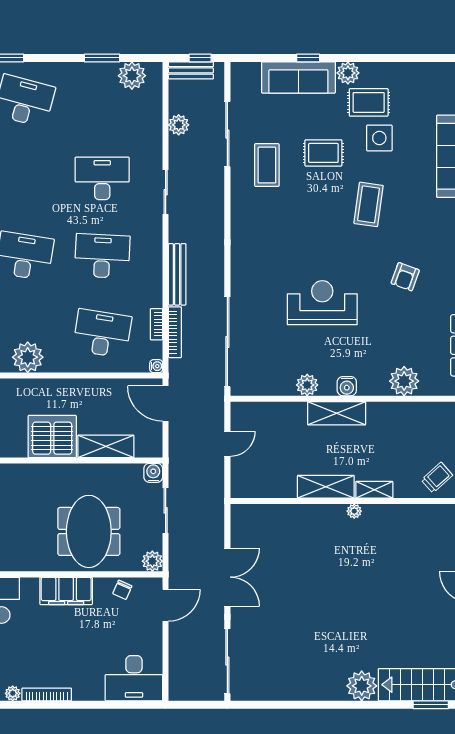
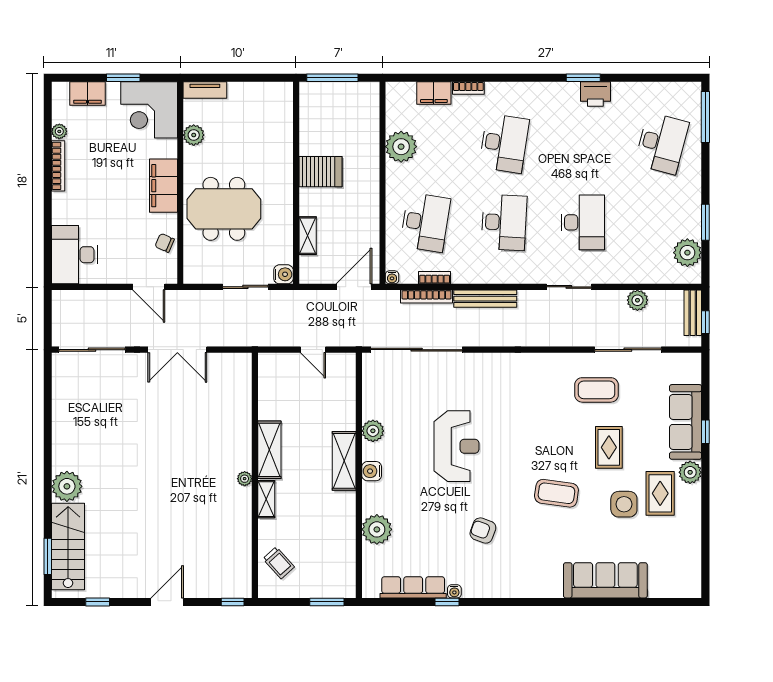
server rack: (52, 437) -> (320, 172), width x0.63
shelving: (106, 446) -> (308, 236), width x0.67, depth x0.75
plant: (152, 561) -> (194, 135), moved

